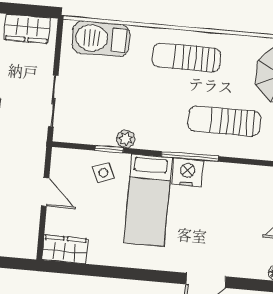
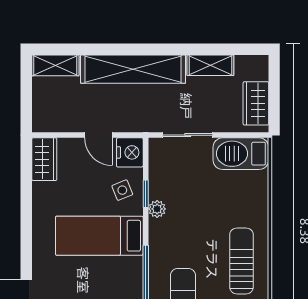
barbecue: (101, 39) -> (241, 154), moved, turned -90
nightstand: (187, 172) -> (130, 152), moved
door: (45, 192) -> (98, 135), hinge flipped

